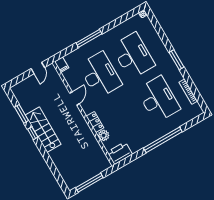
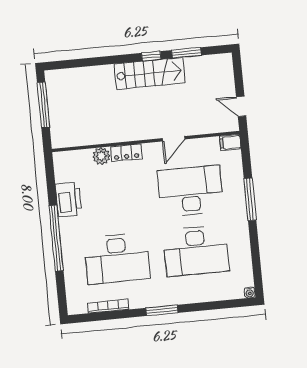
desk: (100, 75) -> (190, 191), turned 180
door: (74, 98) -> (174, 139), hinge flipped
printer: (120, 153) -> (69, 199), moved

